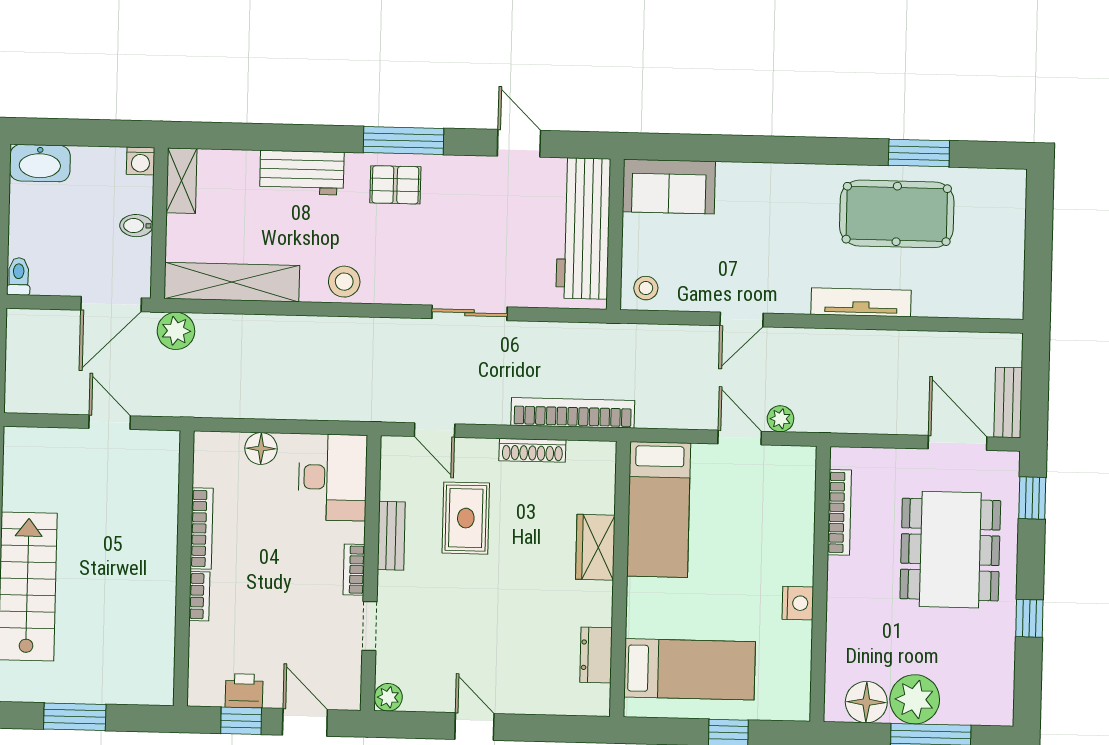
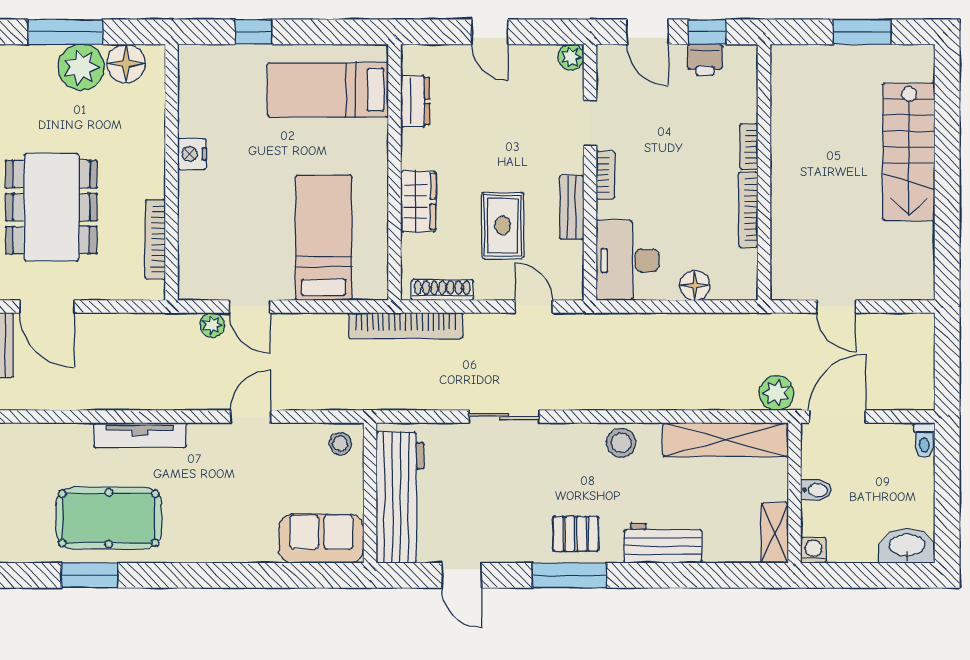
wardrobe: (595, 547) -> (418, 201), moved
wall: (620, 579) -> (394, 172), moved
dresser: (596, 655) -> (415, 101), moved
bed: (690, 669) -> (328, 90), moved

